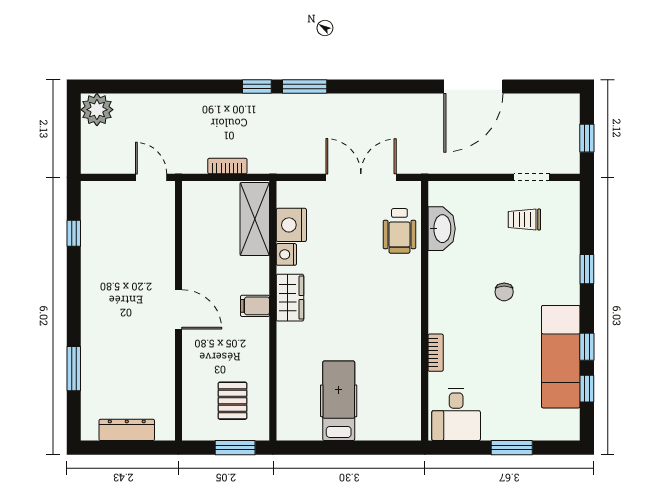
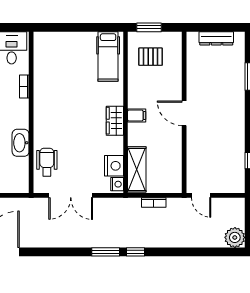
washbasin: (442, 229) -> (21, 143), moved
nightstand: (286, 254) -> (117, 184), moved
pallet: (233, 401) -> (151, 57), turned 90
hospital bed: (339, 401) -> (108, 56), moved

